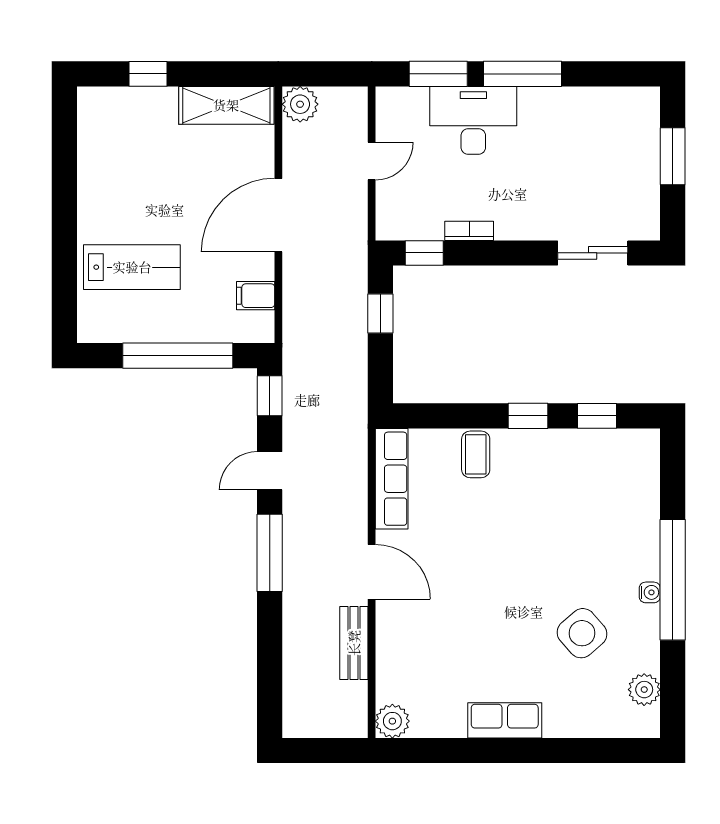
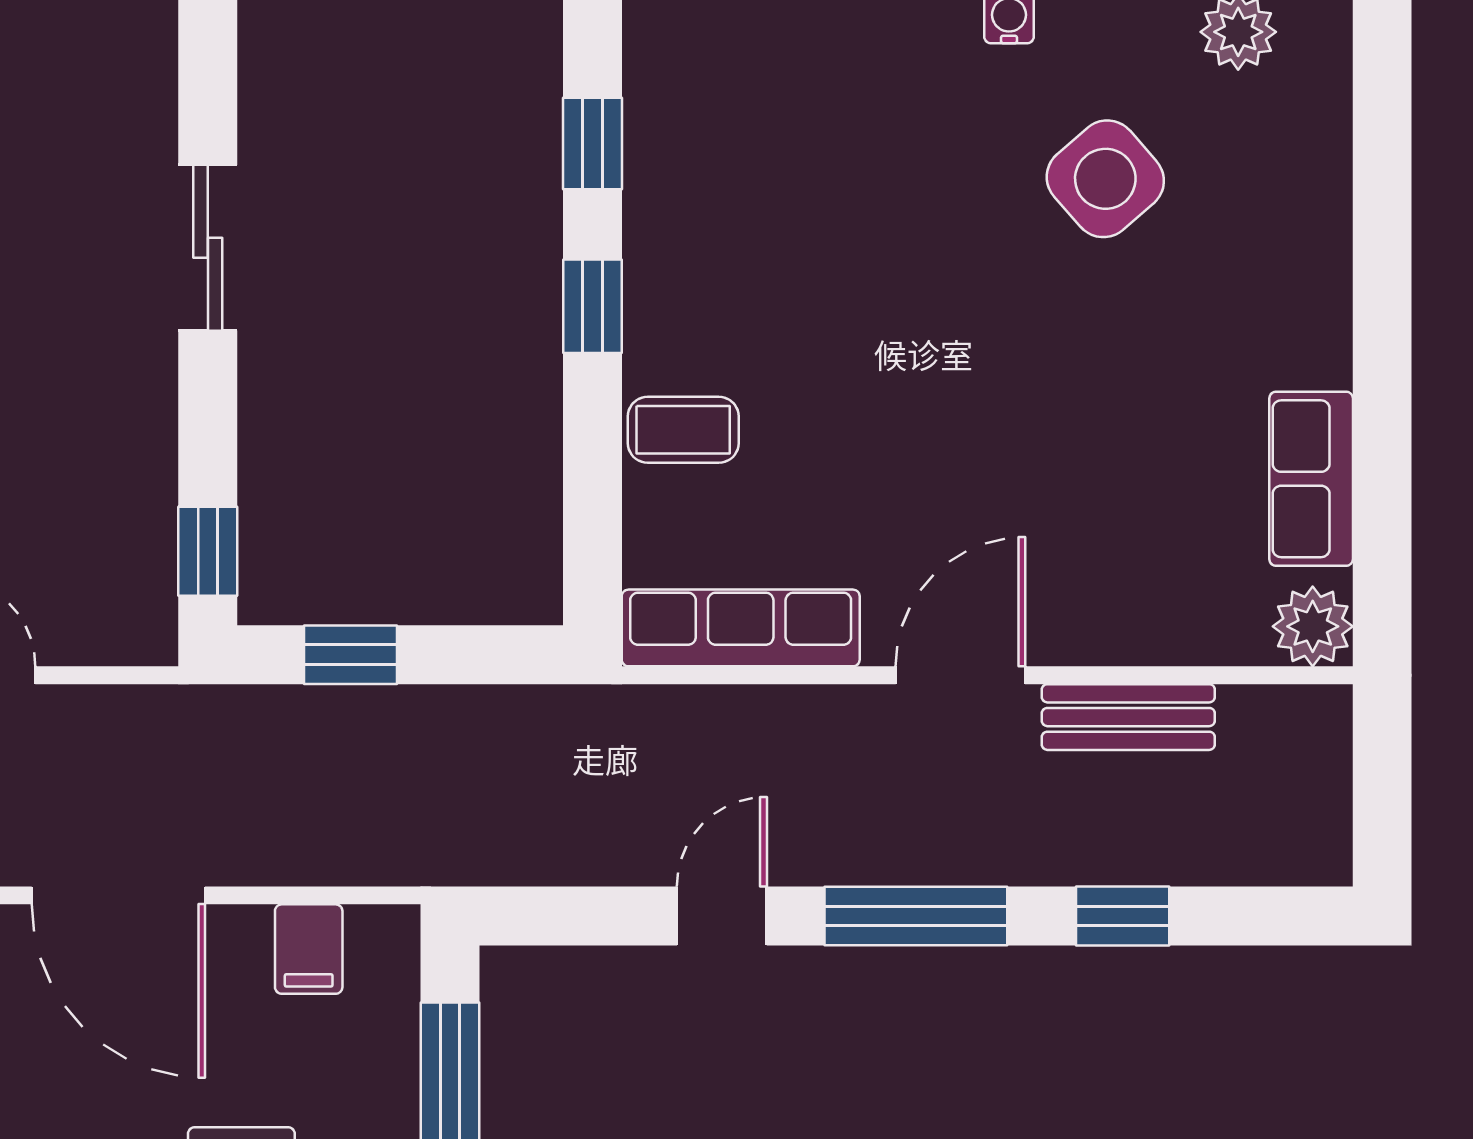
bookcase: (469, 231) -> (156, 445), removed
sliding door: (593, 253) -> (208, 248), moved
window: (270, 396) -> (1123, 916), moved
door: (270, 471) -> (722, 916), swing flipped
row of seats: (505, 720) -> (1311, 479), moved

